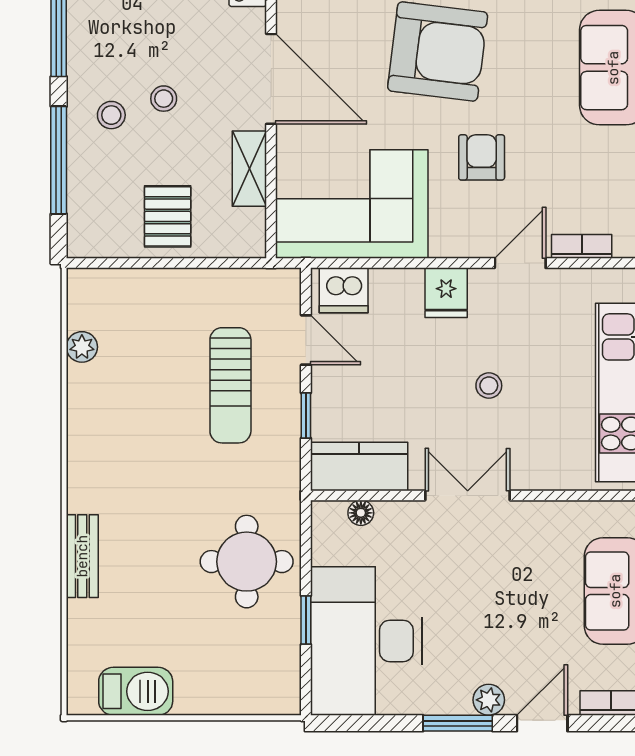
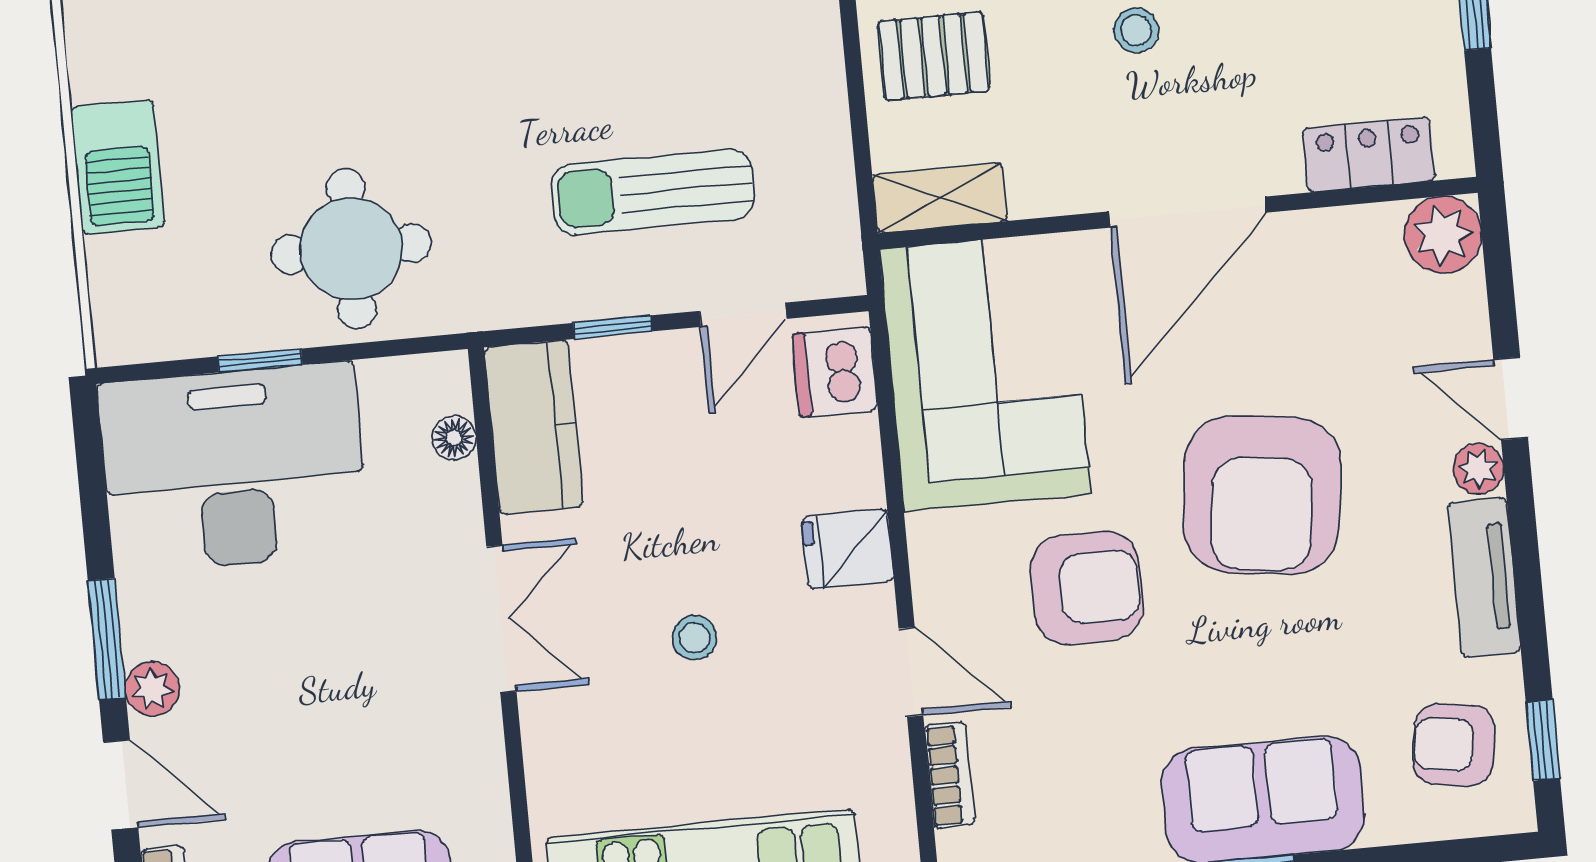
armchair: (482, 157) -> (1087, 588), width x1.38, depth x1.38
shelving: (249, 169) -> (940, 198), moved
barbecue: (136, 691) -> (118, 167), moved

